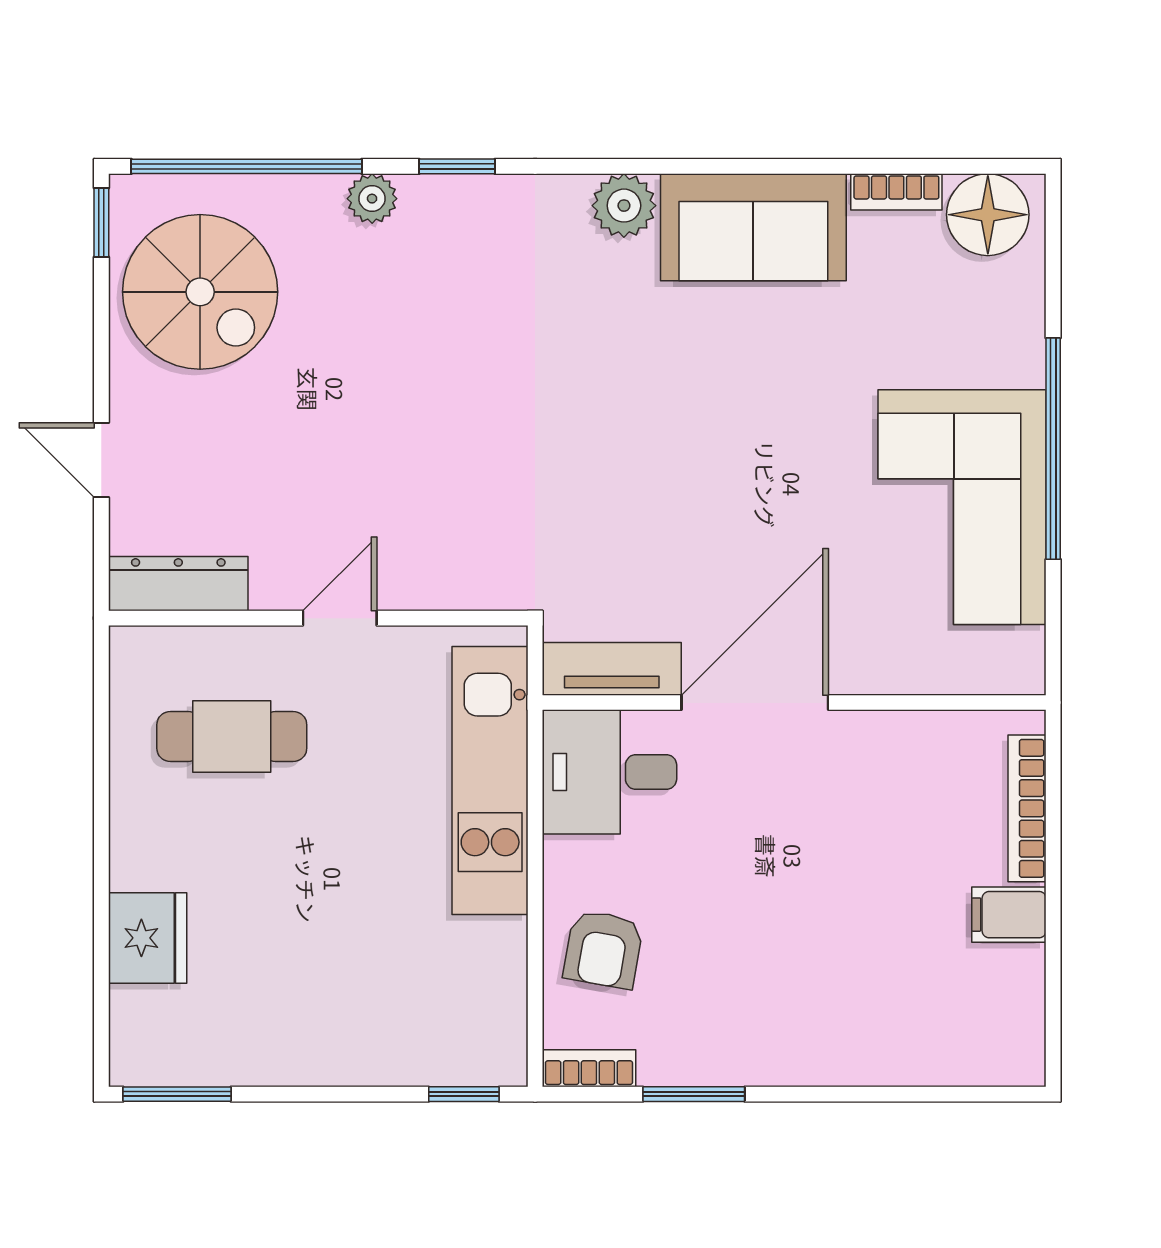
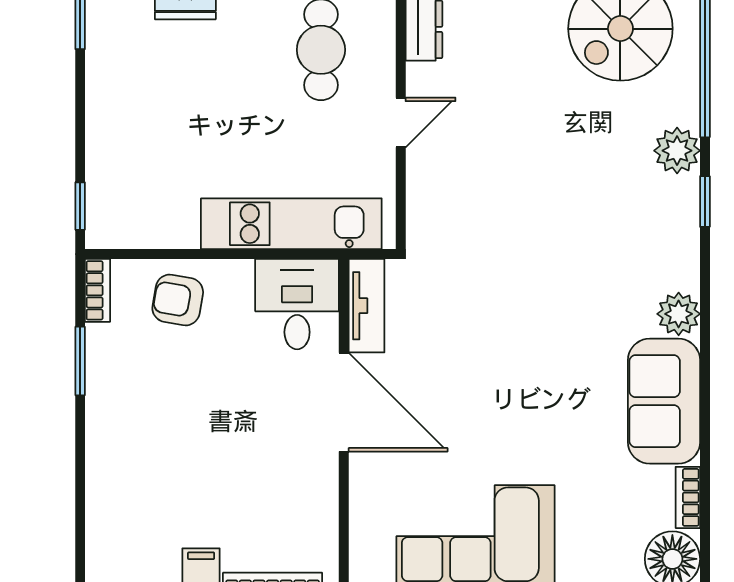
plant: (372, 199) -> (677, 151), width x1.38, depth x1.38
door: (340, 618) -> (401, 122), hinge flipped

